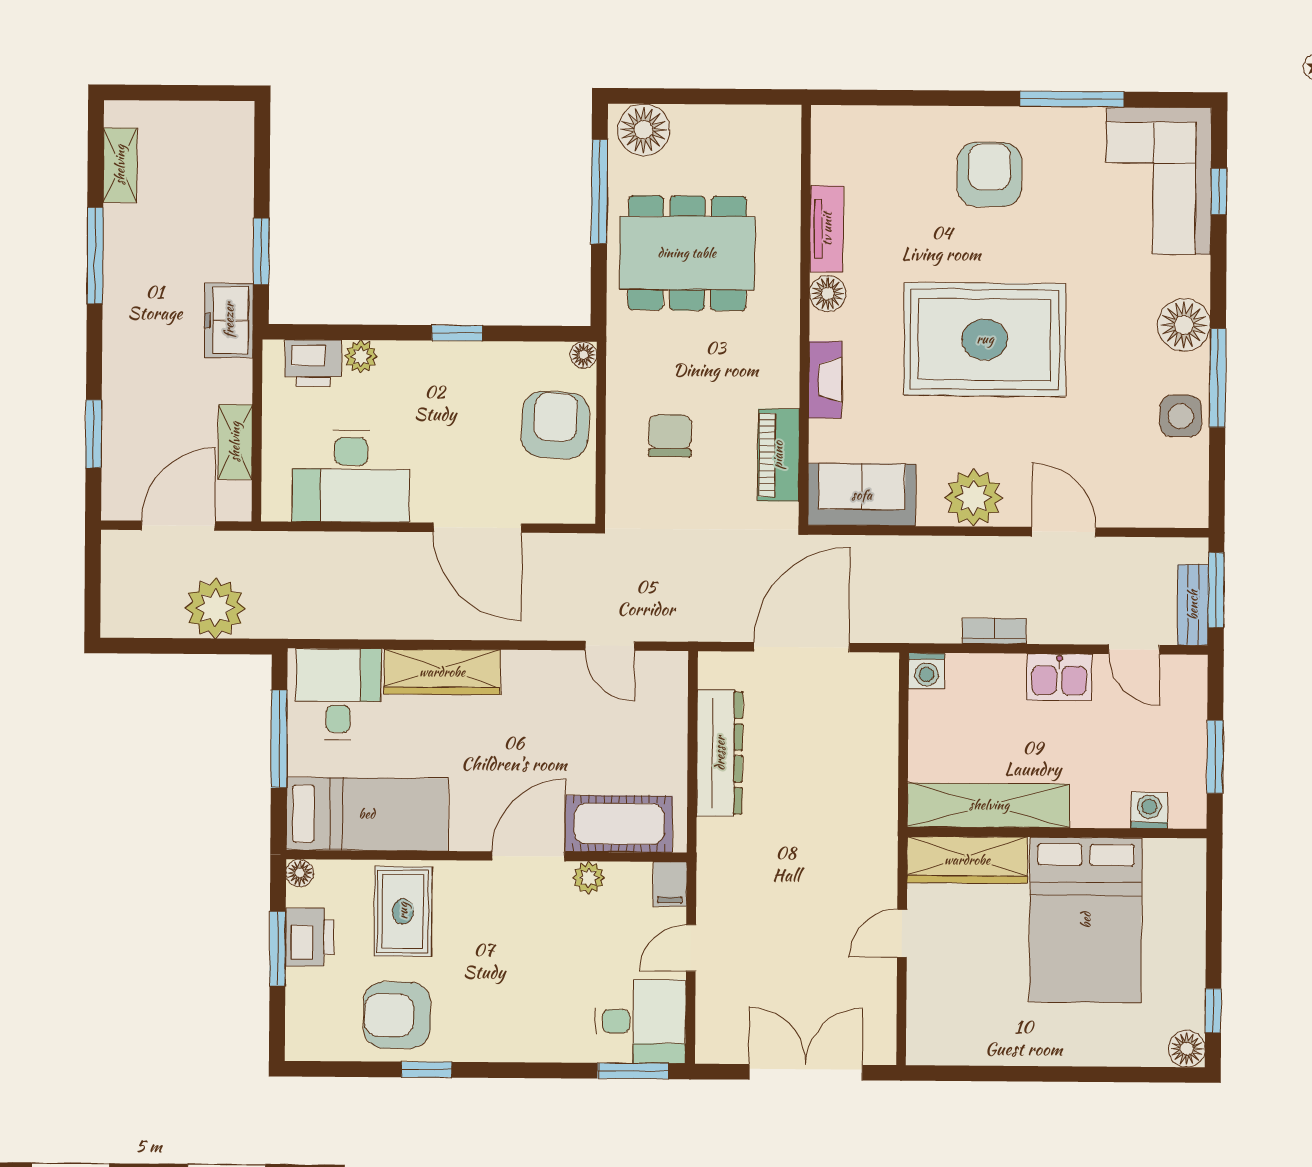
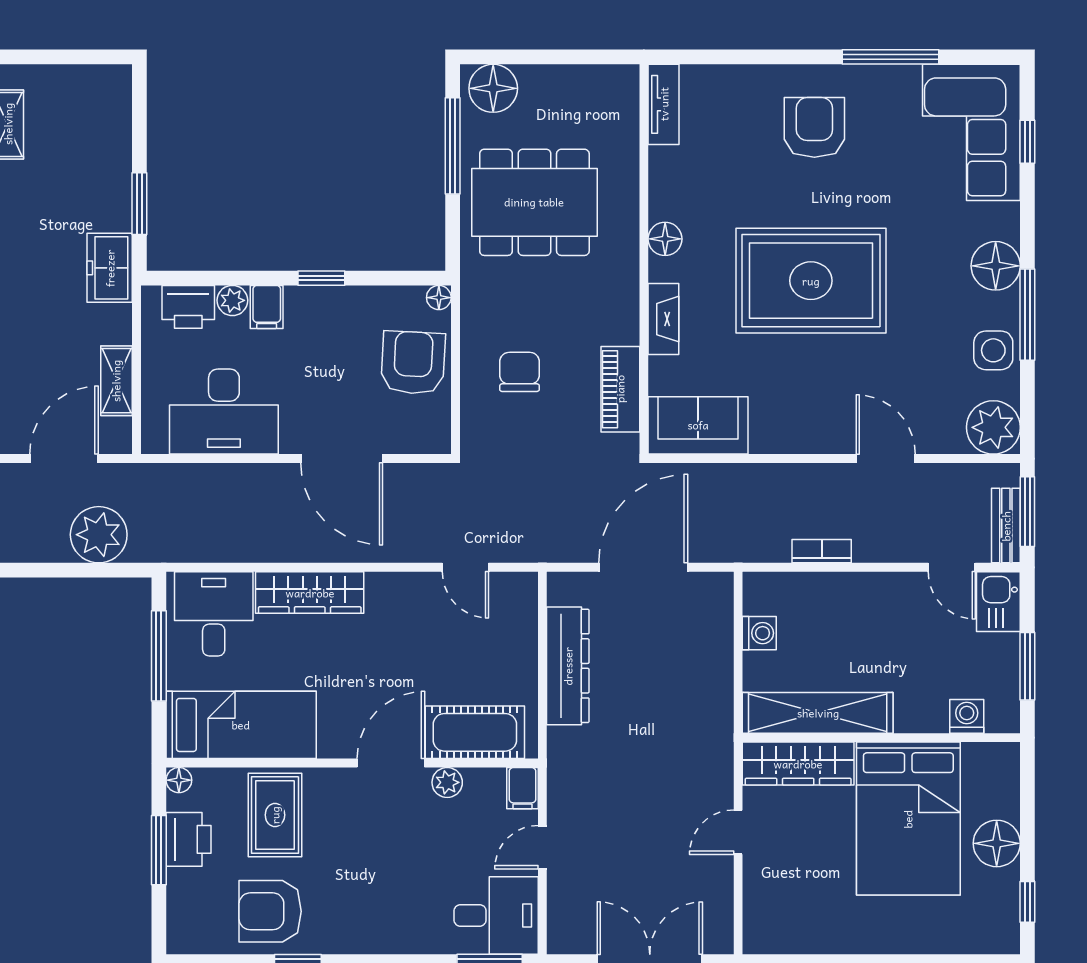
tv unit: (827, 229) -> (664, 104), moved
filing cabinet: (398, 364) -> (267, 307), added
plant: (973, 498) -> (993, 427), moved
washing machine: (927, 671) -> (759, 633), moved, turned -90
kitchen sink: (1059, 677) -> (998, 602), moved, turned 90
floor lamp: (1187, 1049) -> (997, 843), moved, width x1.38, depth x1.38

